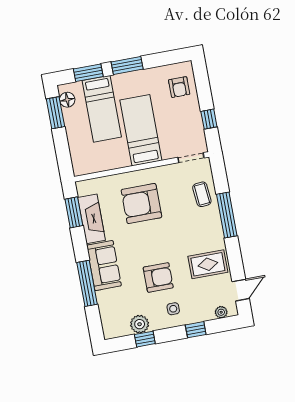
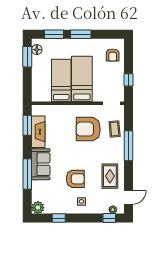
bed: (102, 109) -> (61, 80), moved, turned 180
armchair: (141, 204) -> (88, 129), moved
rug: (208, 264) -> (110, 176), turned 90
plant: (140, 324) -> (38, 208), moved
window: (196, 330) -> (109, 218), moved

